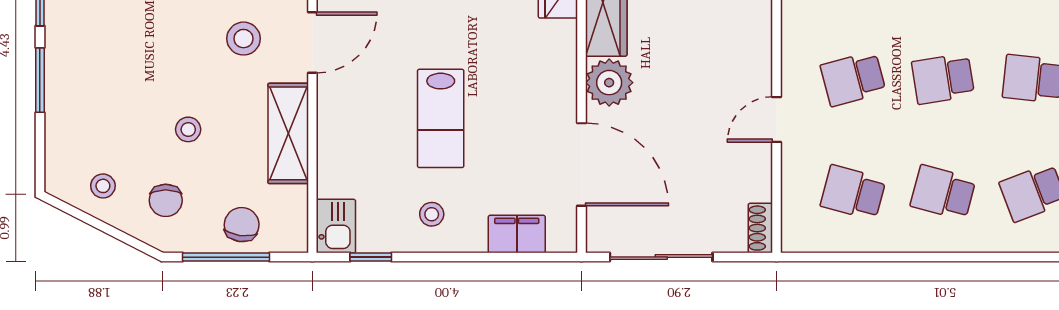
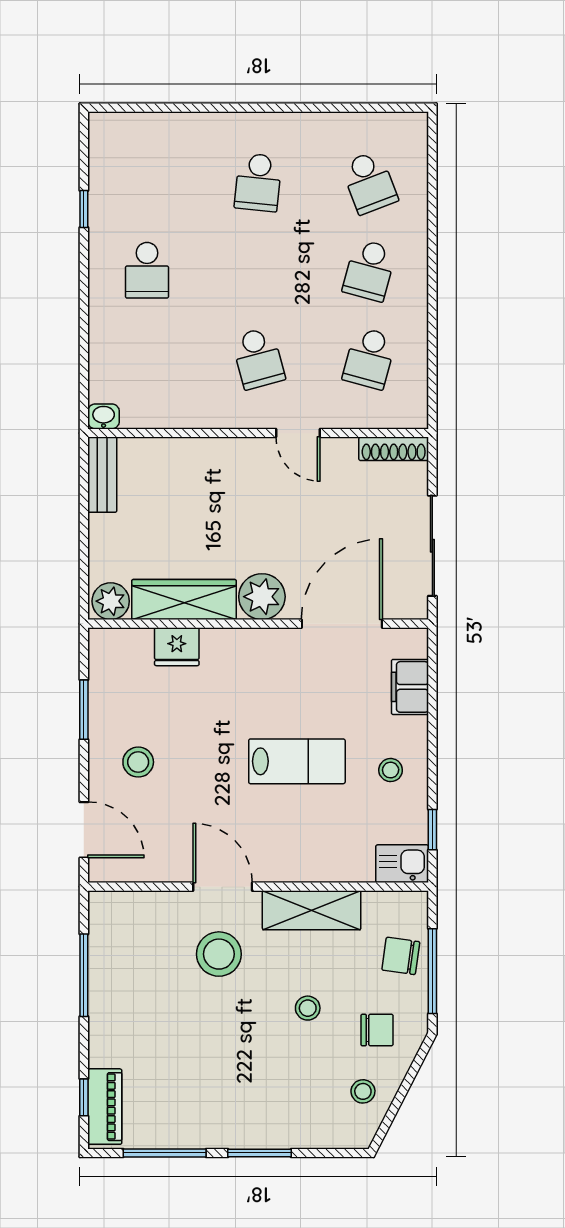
stool: (243, 39) -> (219, 954), width x1.38, depth x1.38
school desk: (943, 79) -> (258, 270), removed
shoe rack: (760, 228) -> (394, 449), width x1.43

